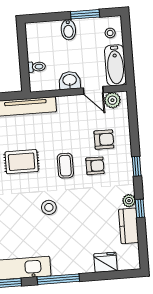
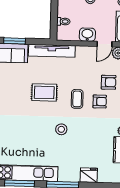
door: (93, 90) -> (104, 44), hinge flipped
fridge: (105, 262) -> (89, 175), moved

